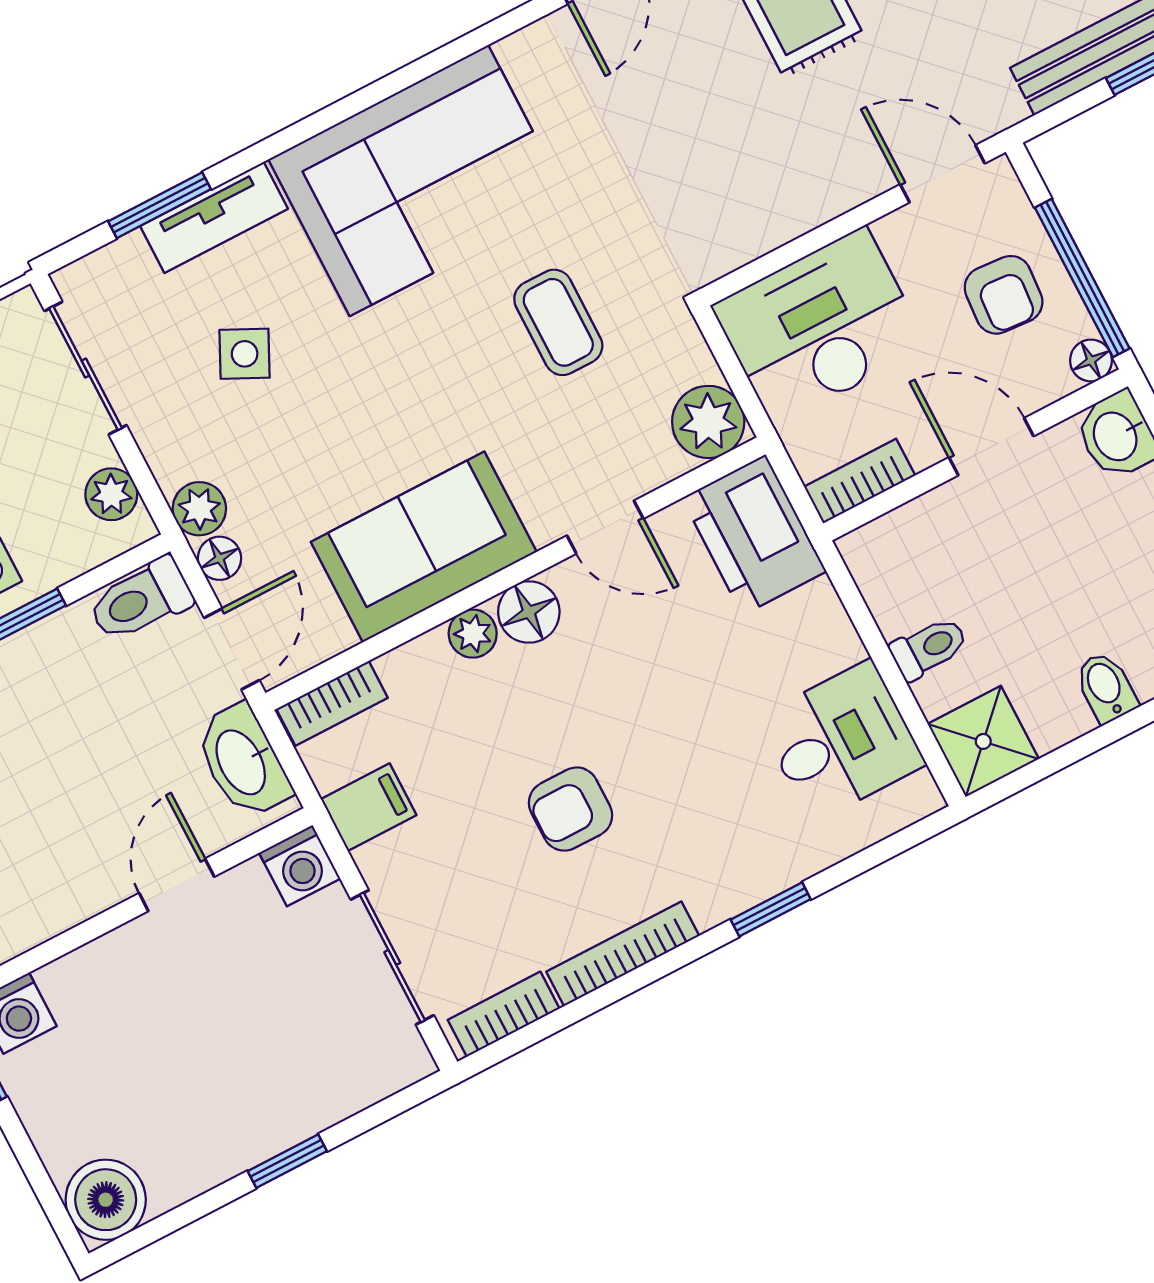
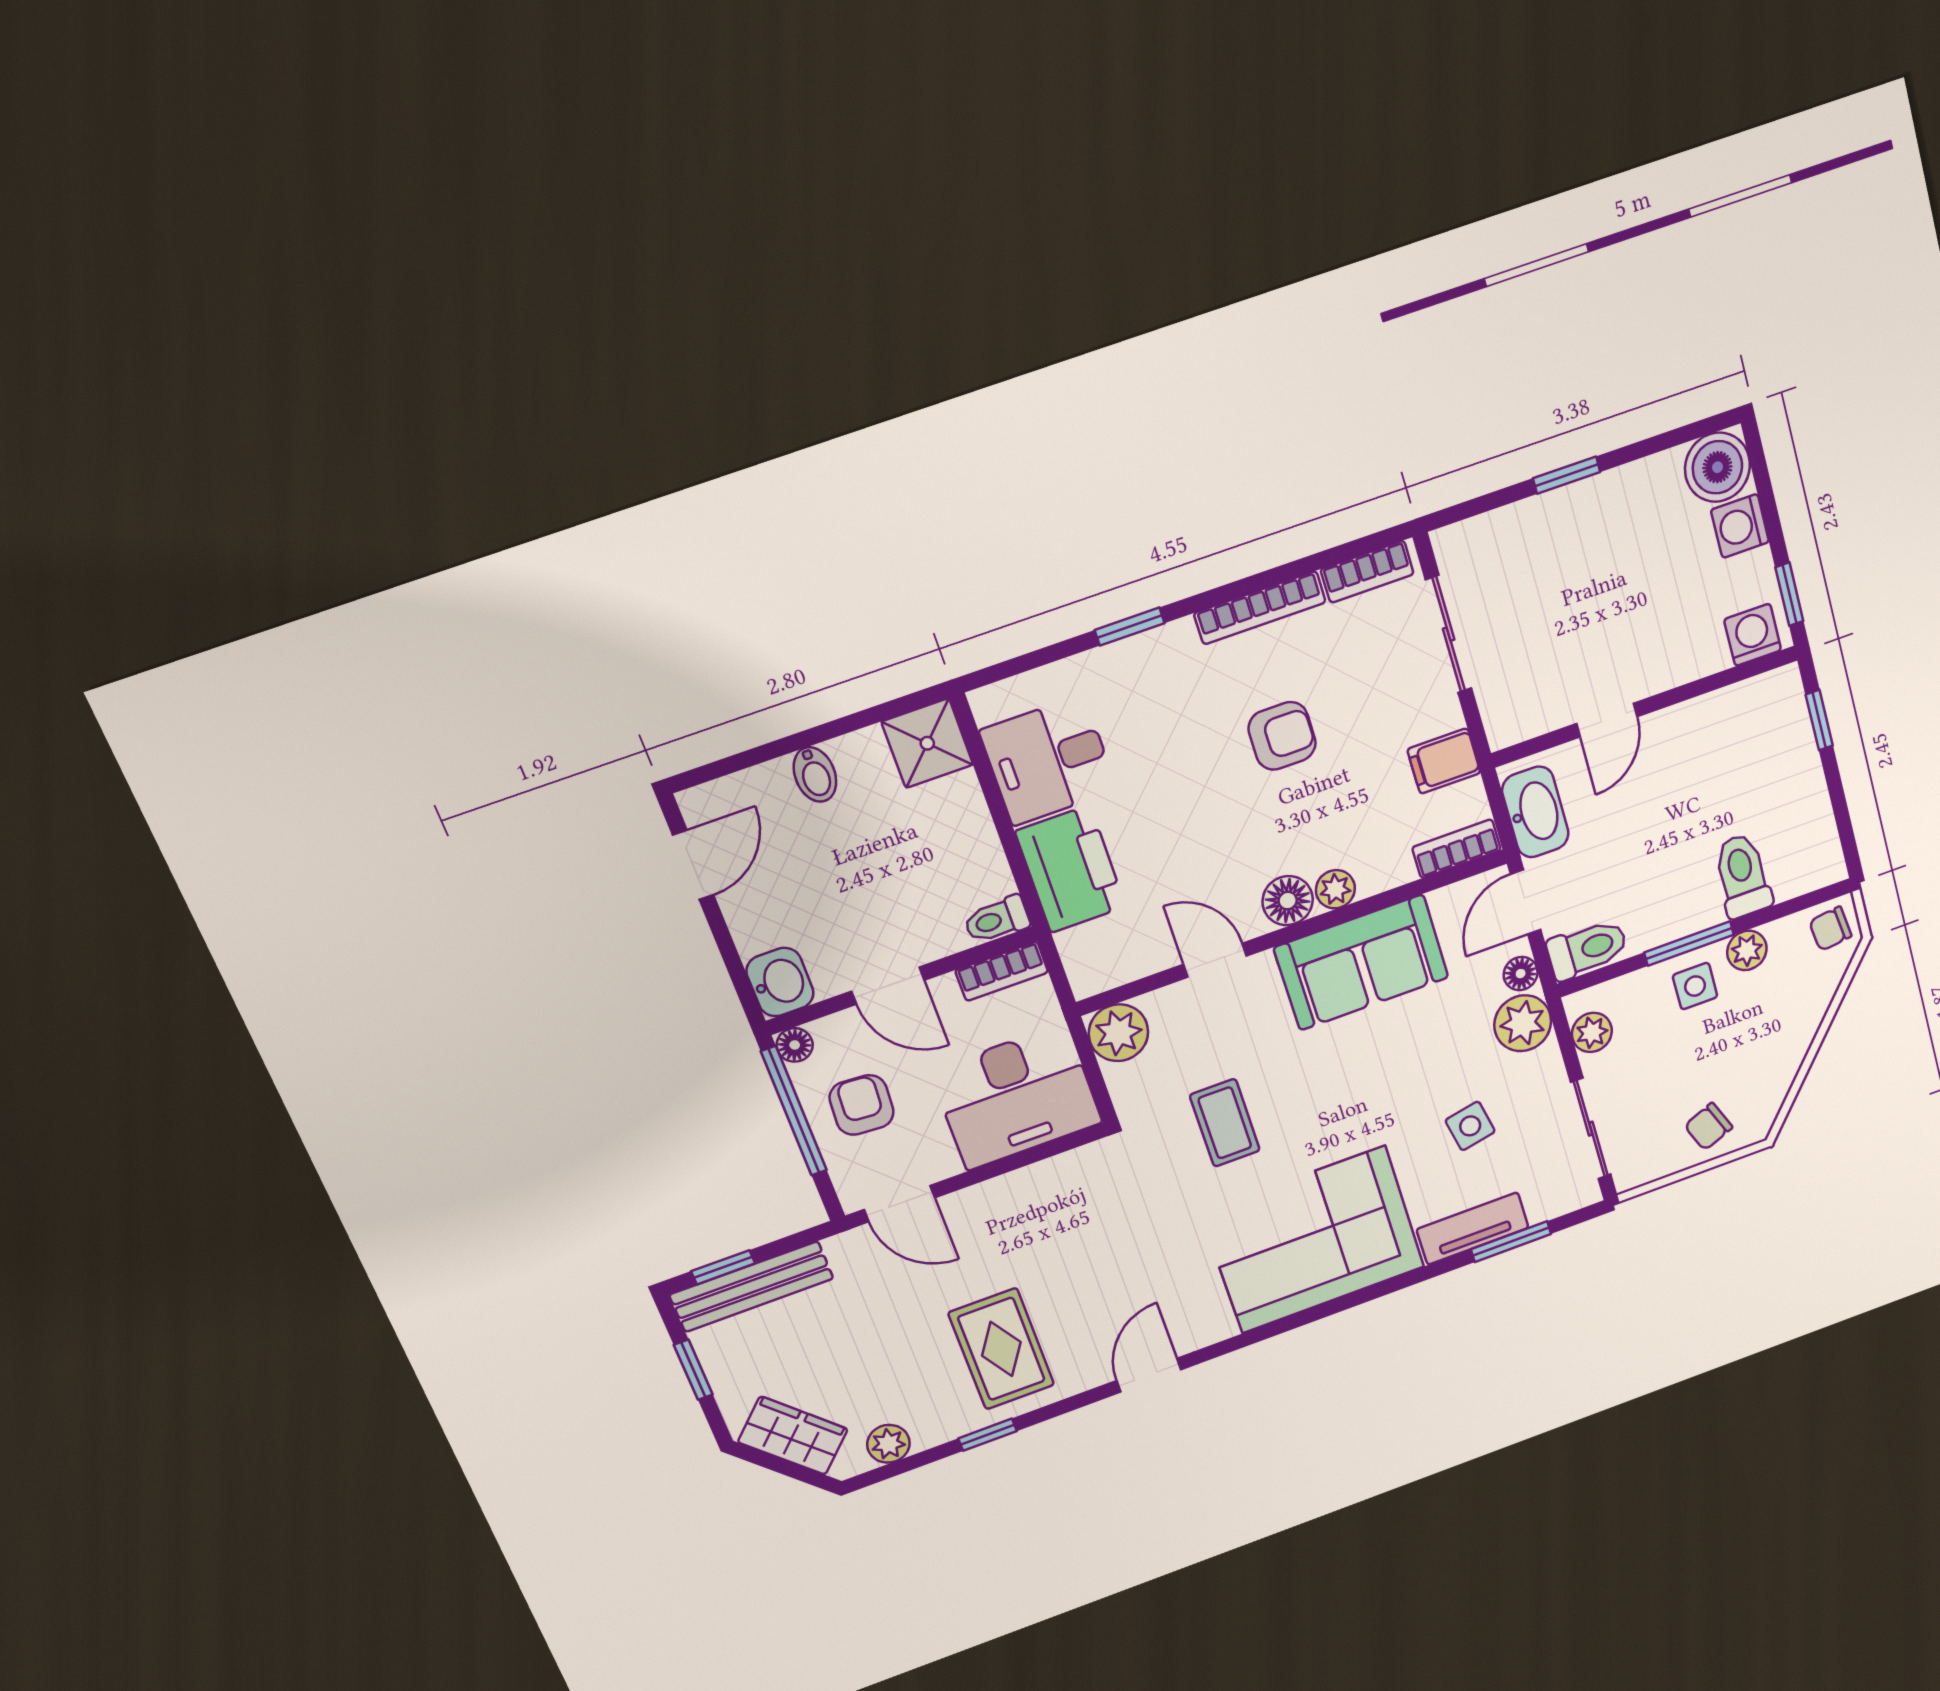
side table: (245, 354) -> (1470, 1126), turned -37
plant: (199, 509) -> (1523, 1023), width x1.38, depth x1.38
printer: (754, 535) -> (1071, 869), moved
toilet: (929, 648) -> (997, 920), moved
washing machine: (300, 866) -> (1740, 526), moved, turned -90

